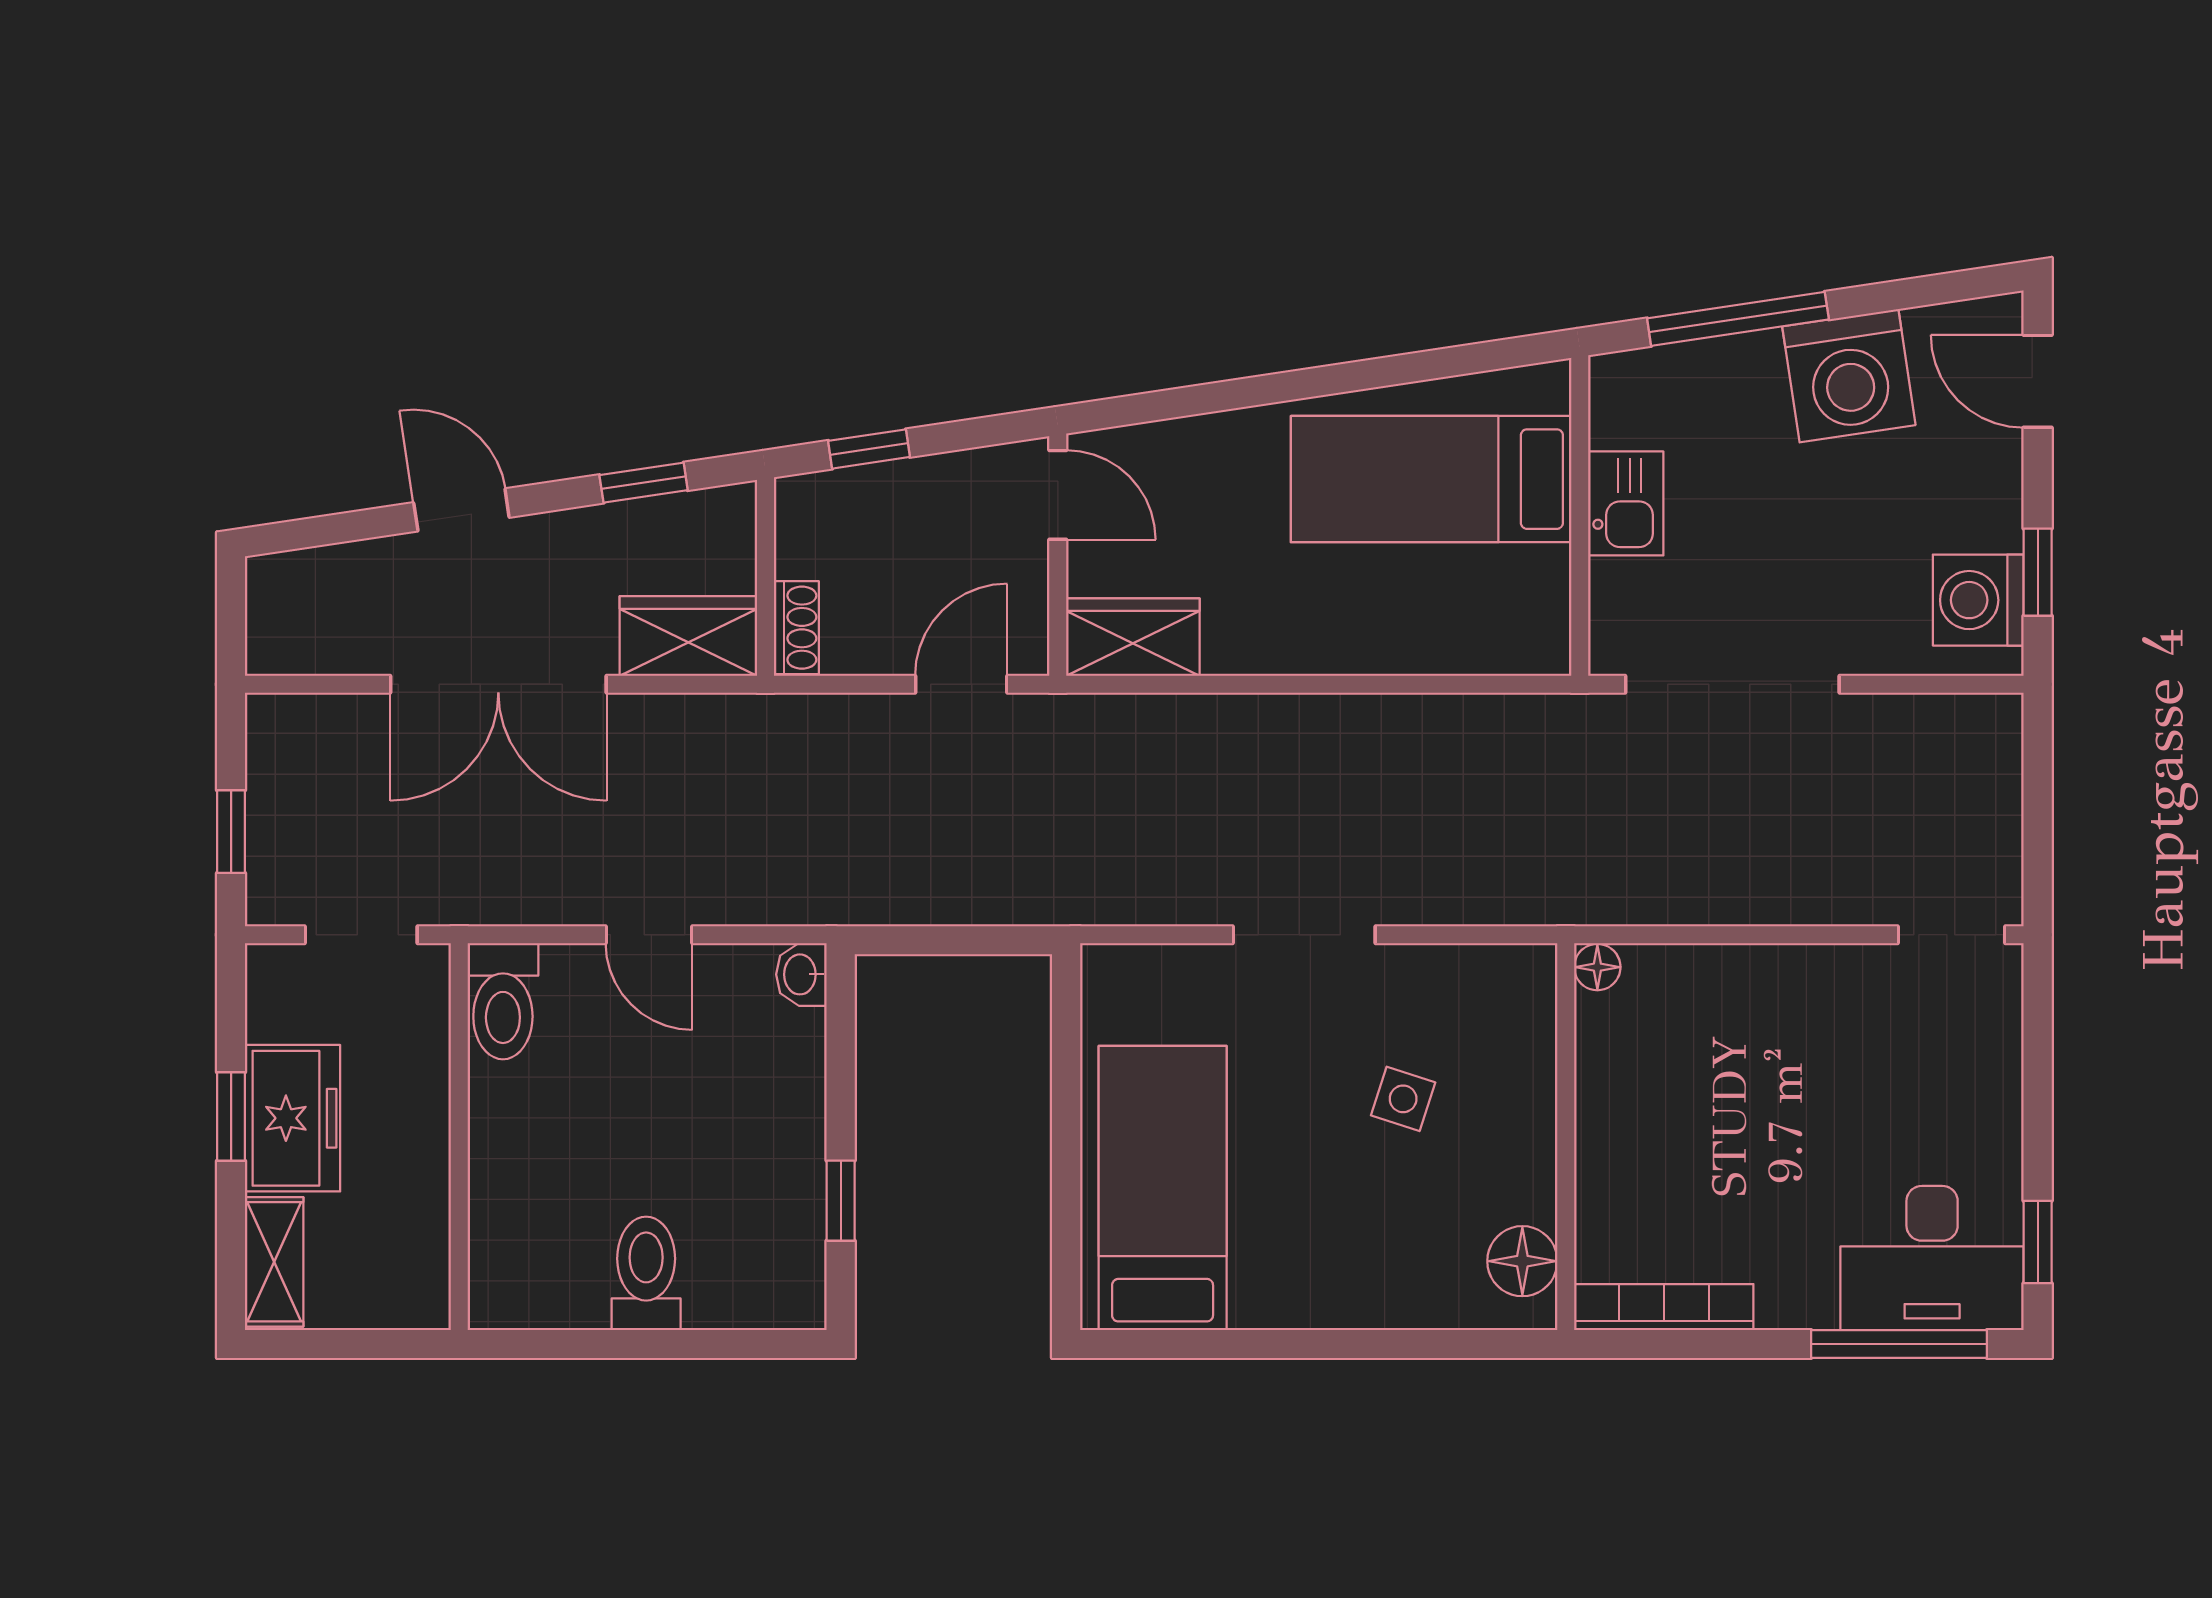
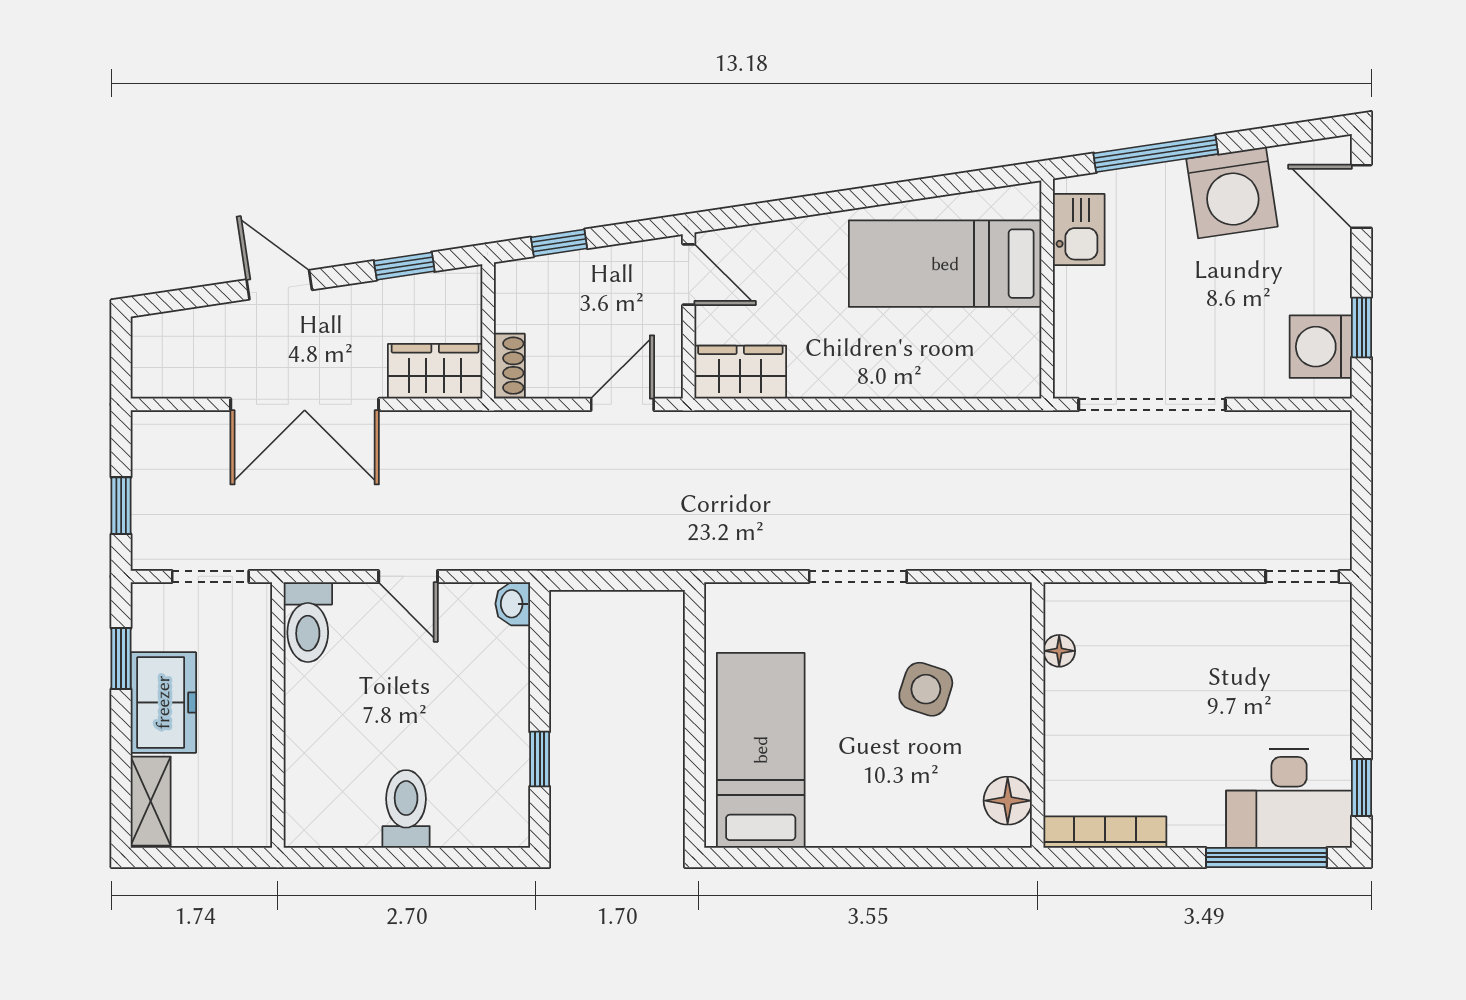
kitchen sink: (1626, 503) -> (1079, 230), moved
floor lamp: (1597, 967) -> (1059, 651), moved
side table: (1403, 1099) -> (926, 689), width x1.37, depth x1.37
window: (231, 1116) -> (121, 658), moved

